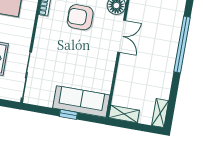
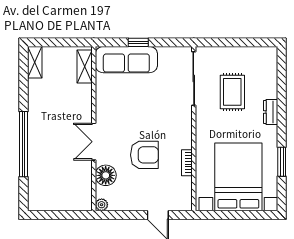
shelving: (124, 114) -> (85, 66), moved, turned 90

